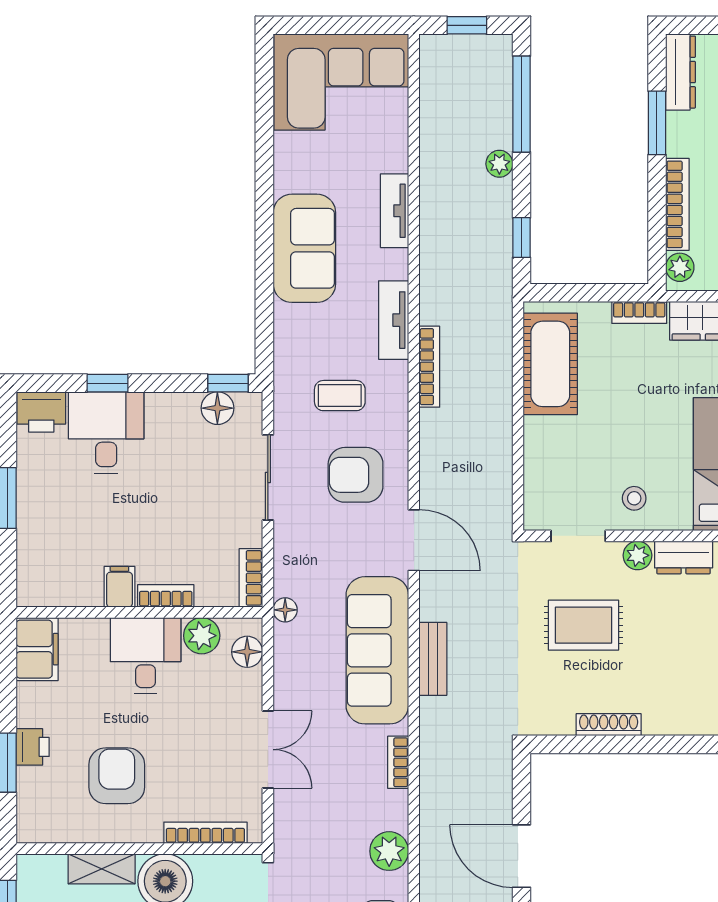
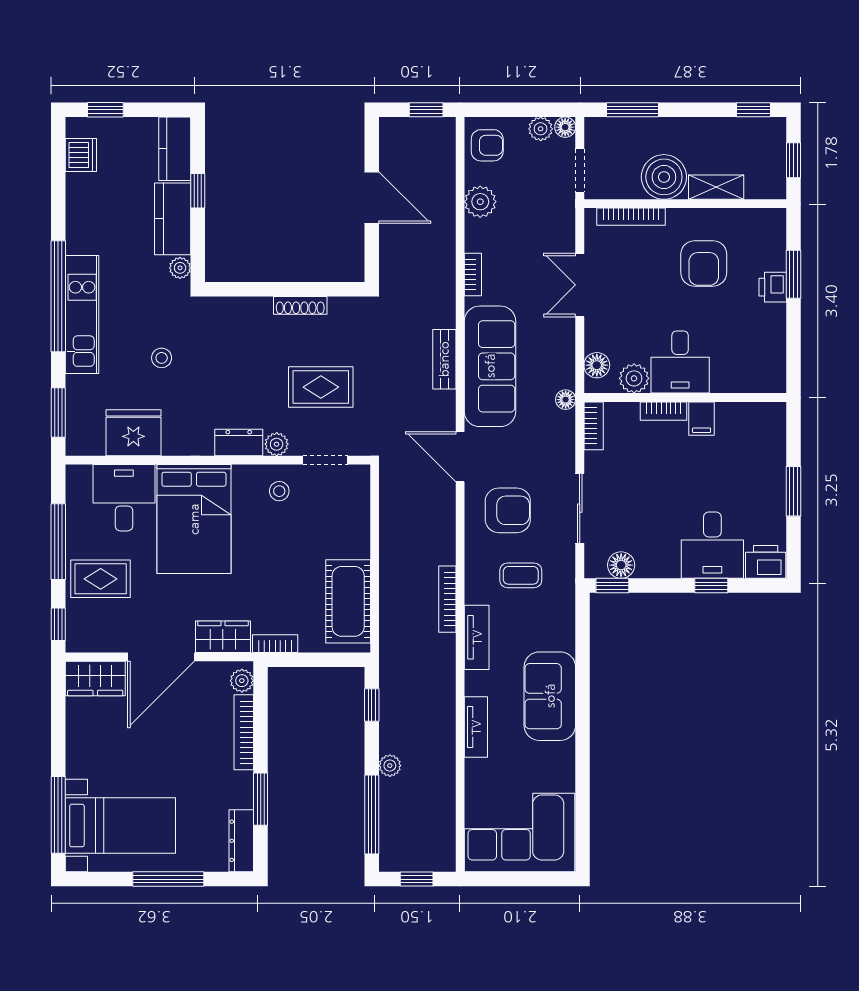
filing cabinet: (37, 649) -> (769, 367), removed

